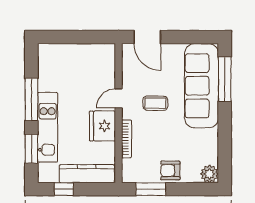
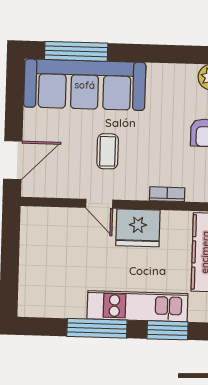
bookcase: (127, 139) -> (167, 194), width x0.64

